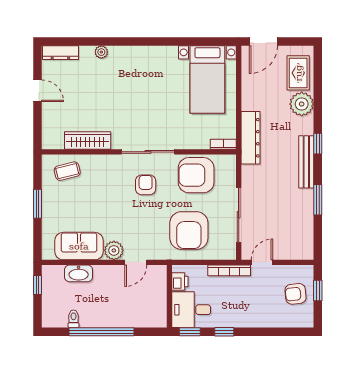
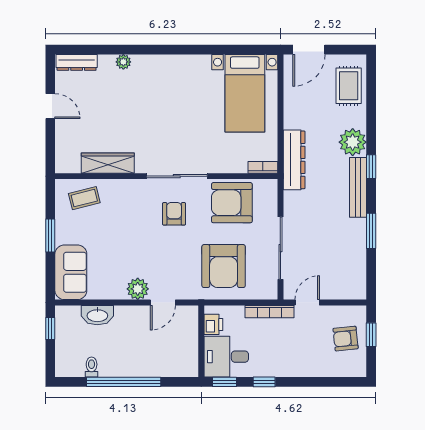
plant: (302, 104) -> (353, 142), moved
sofa: (79, 246) -> (71, 272), moved, turned 90

